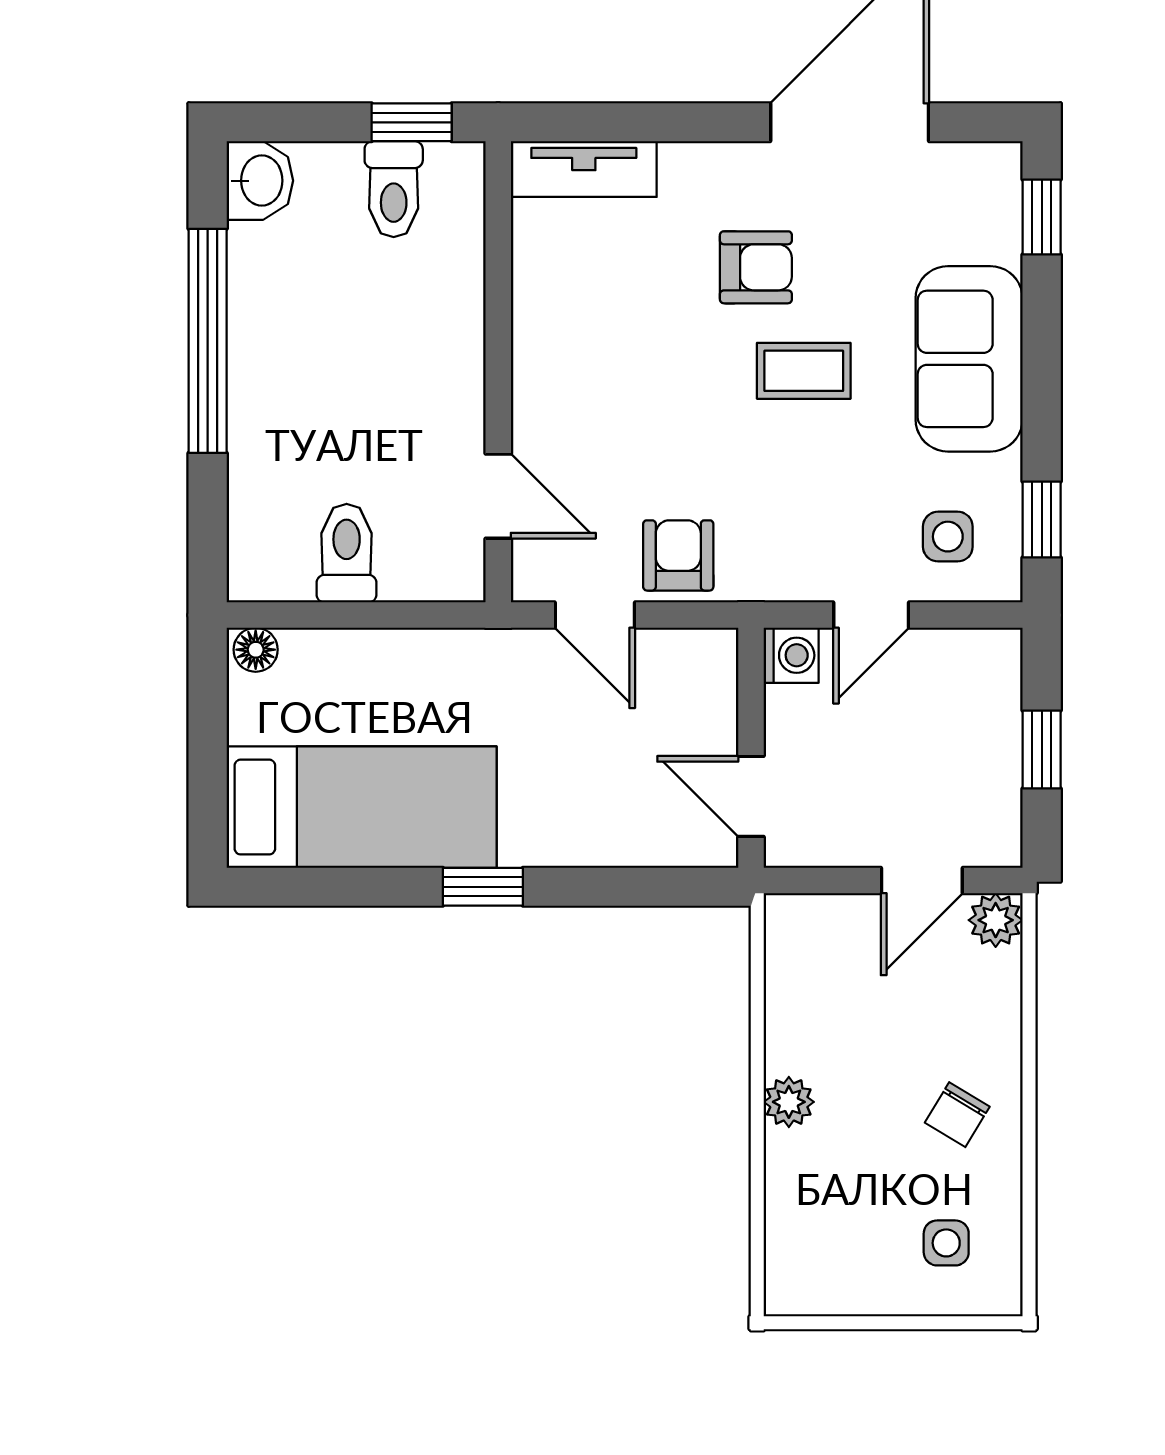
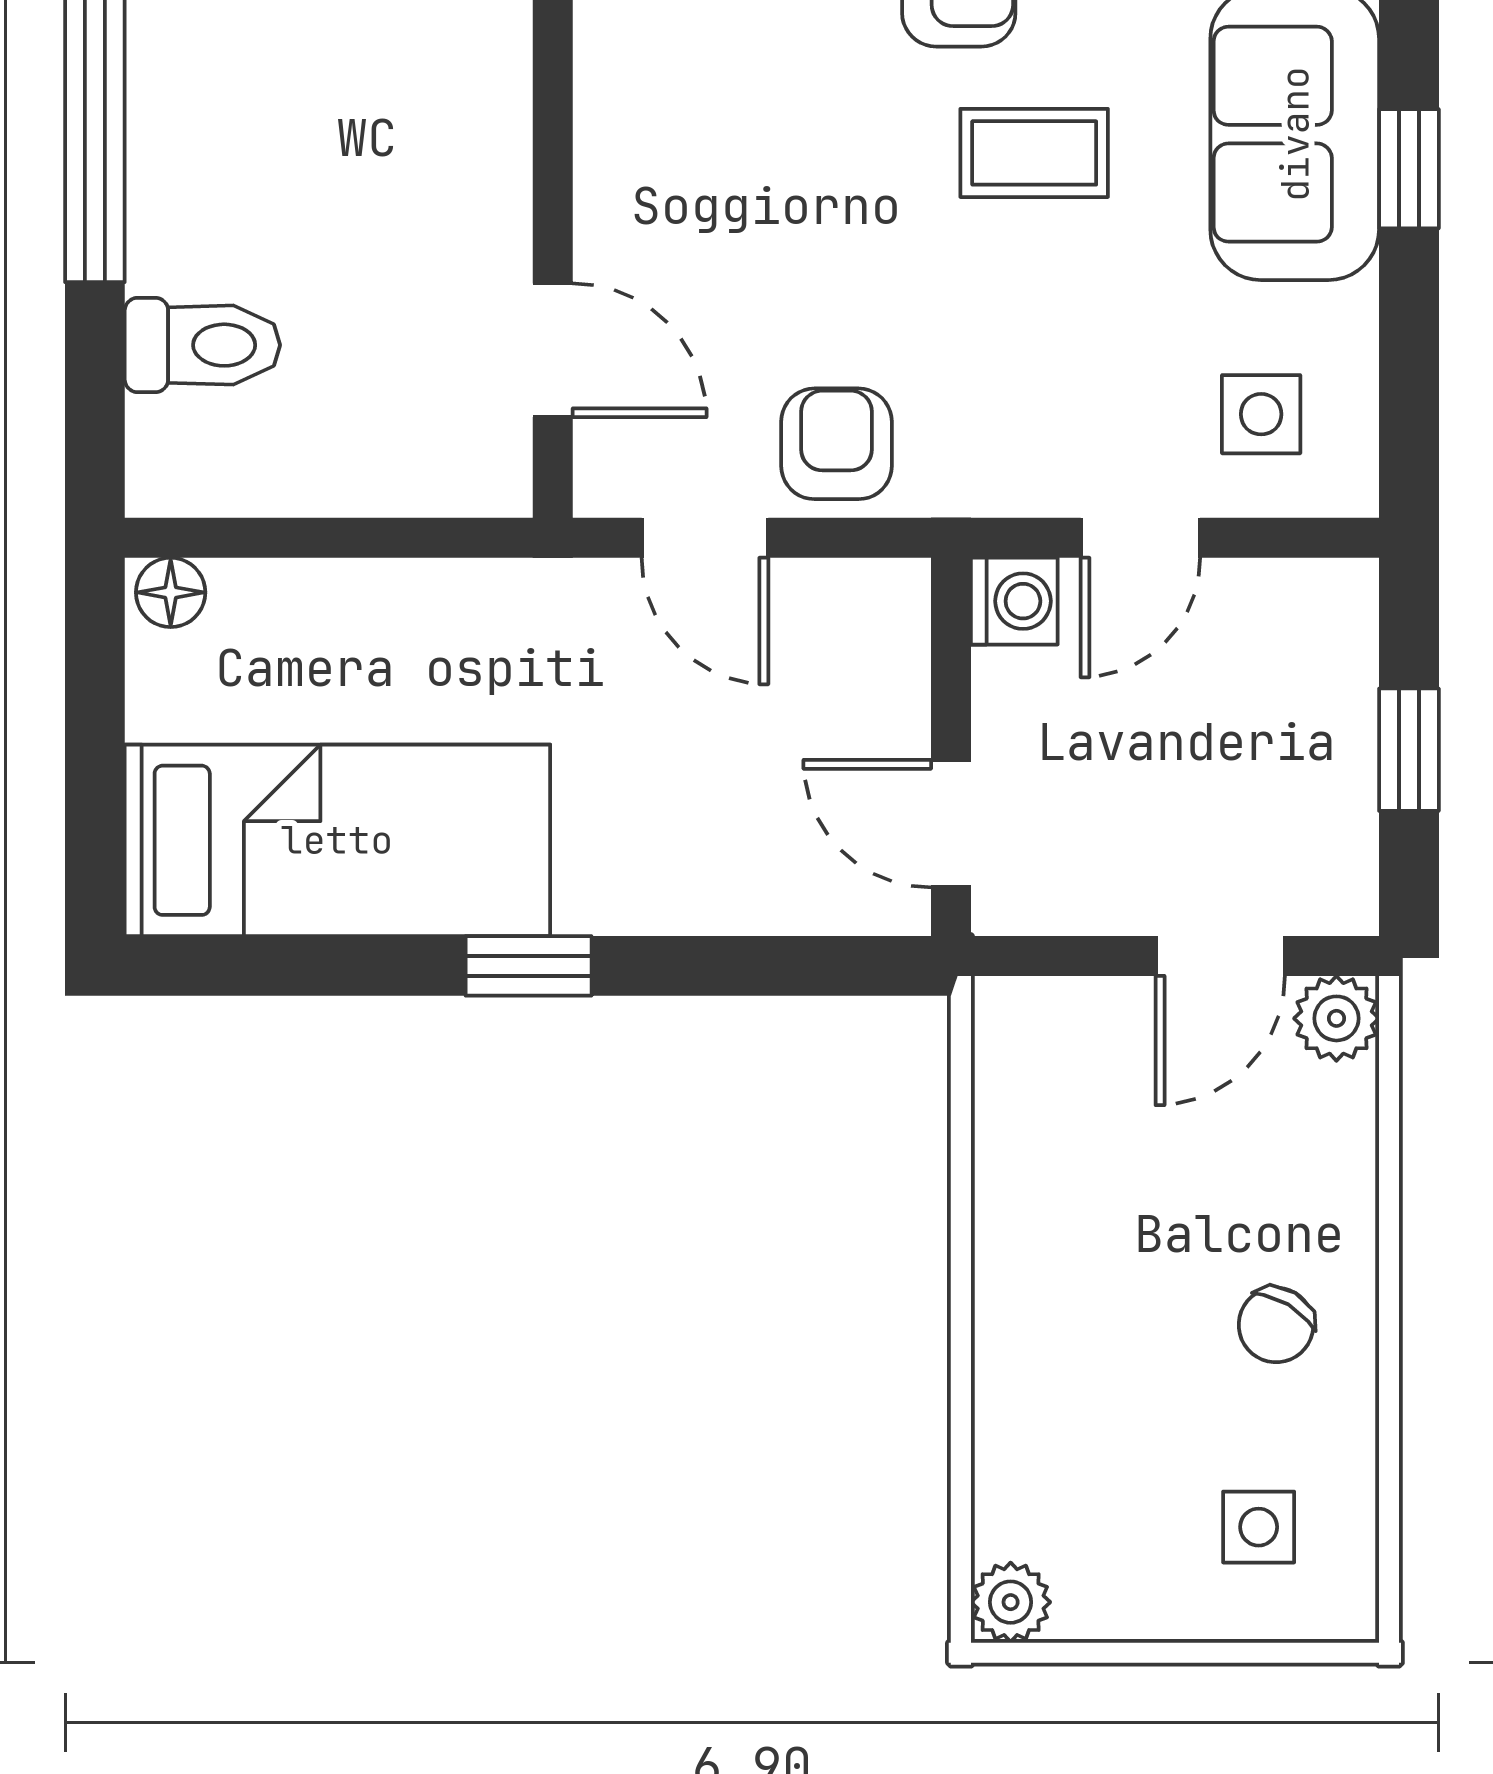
window: (1042, 520) -> (1409, 169), moved
toilet: (347, 553) -> (202, 345), moved, turned 90
plant: (789, 1102) -> (1011, 1602), moved

